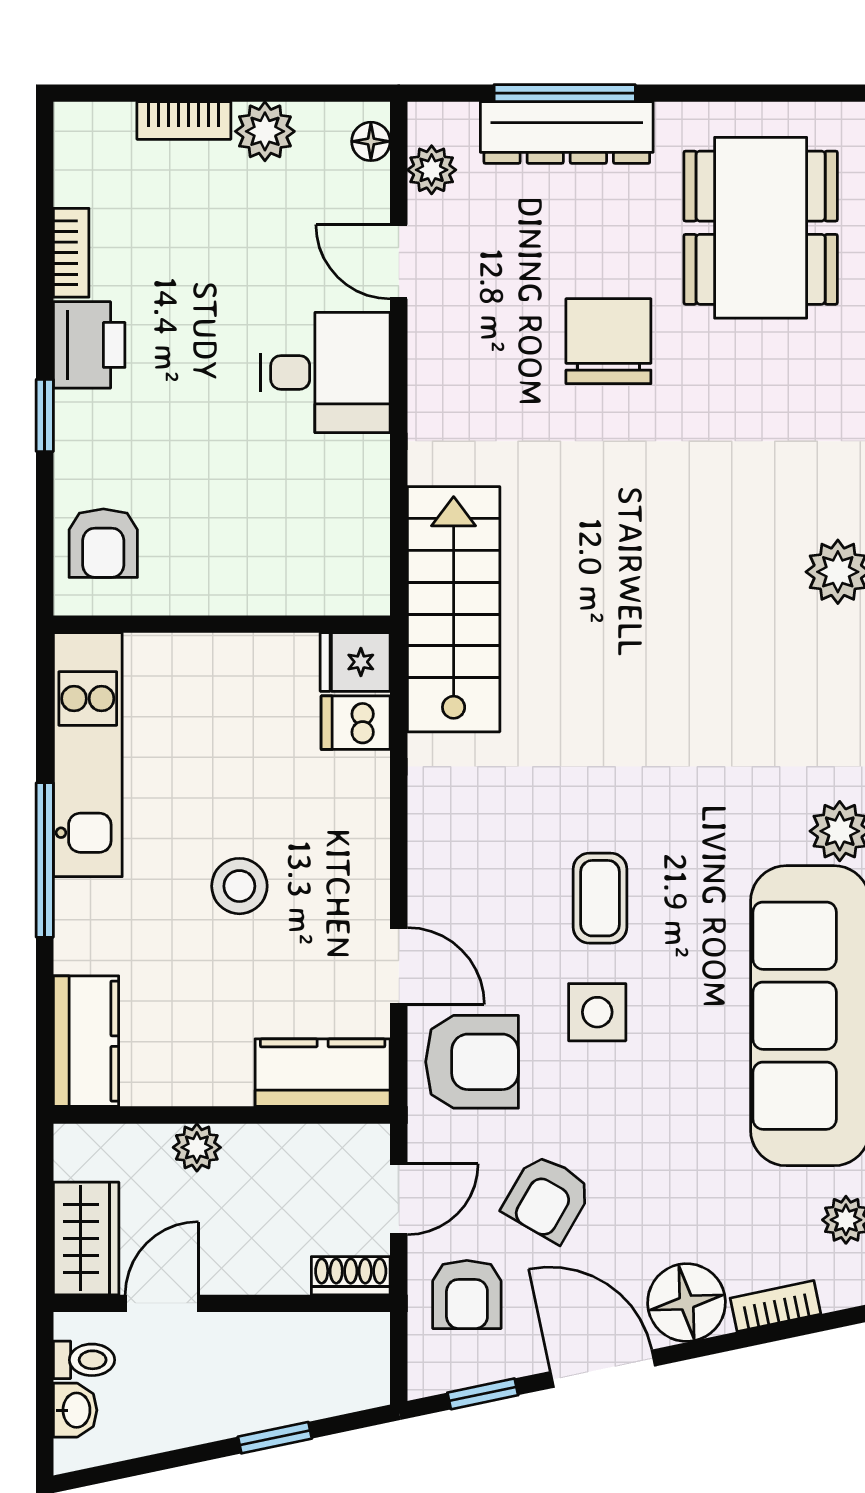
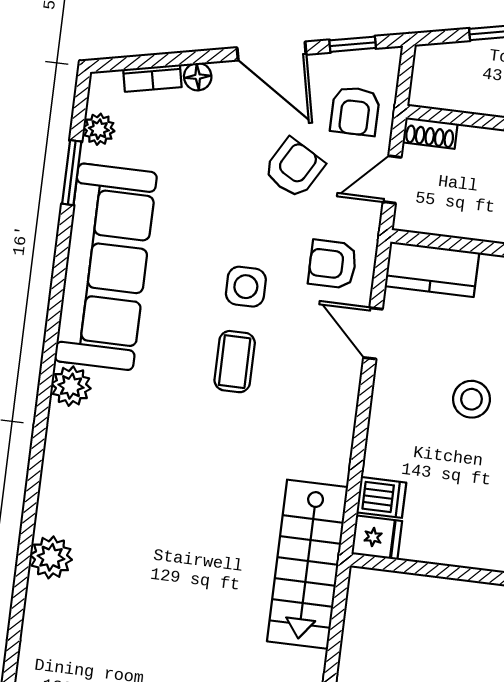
armchair: (472, 1062) -> (333, 264), width x0.72, depth x0.72
armchair: (467, 1294) -> (355, 111), turned 180
floor lamp: (687, 1303) -> (198, 77), width x0.53, depth x0.53

